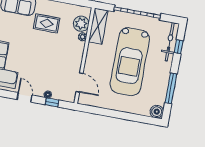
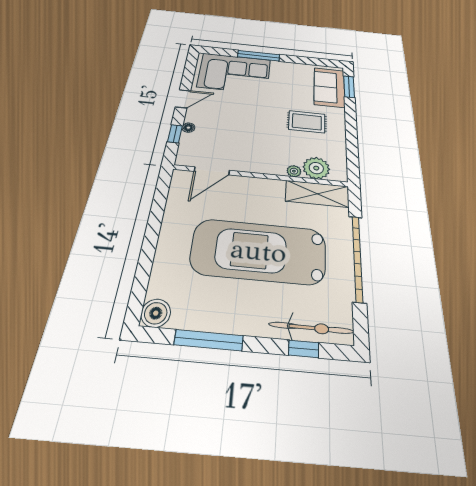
rug: (47, 23) -> (307, 122), turned 90

